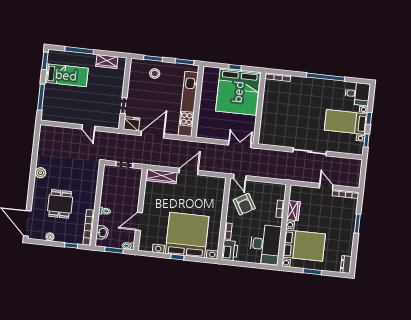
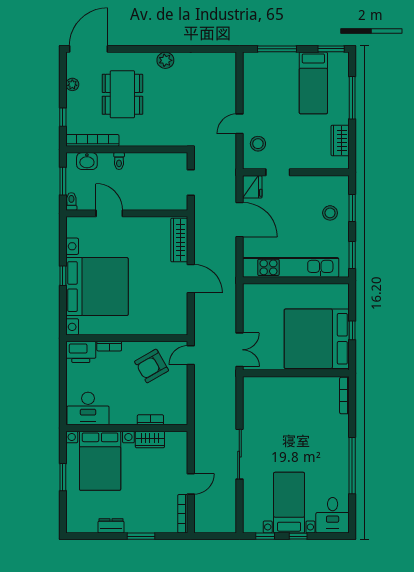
stool: (103, 117) -> (258, 144), added
dining table: (60, 204) -> (122, 94), width x1.38
desk: (265, 244) -> (88, 409), width x0.73, depth x0.77
dresser: (346, 264) -> (111, 526), moved

